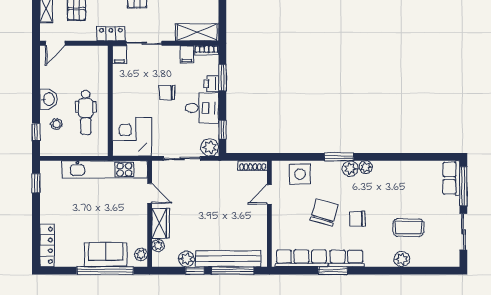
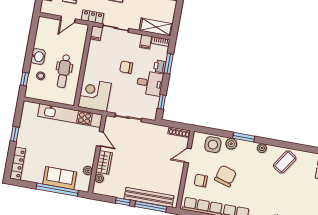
door: (55, 43) -> (68, 19), moved
plant: (210, 147) -> (150, 113), removed
plant: (350, 169) -> (231, 144), moved
window: (36, 183) -> (15, 134), moved
chair: (357, 219) -> (201, 181), moved
coffee table: (408, 228) -> (285, 162), moved, turned -56
plant: (141, 254) -> (88, 171), moved
plant: (187, 259) -> (118, 192), removed

